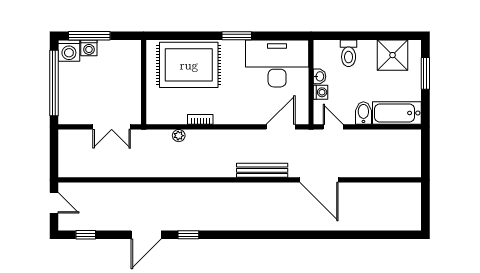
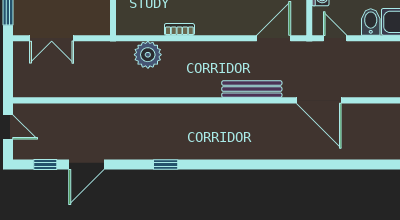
double door: (112, 127) -> (52, 38), moved
plant: (179, 136) -> (148, 55), width x1.88, depth x1.88
door: (146, 235) -> (87, 164), moved

